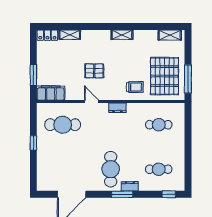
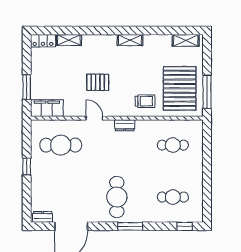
dresser: (130, 186) -> (43, 217), moved

